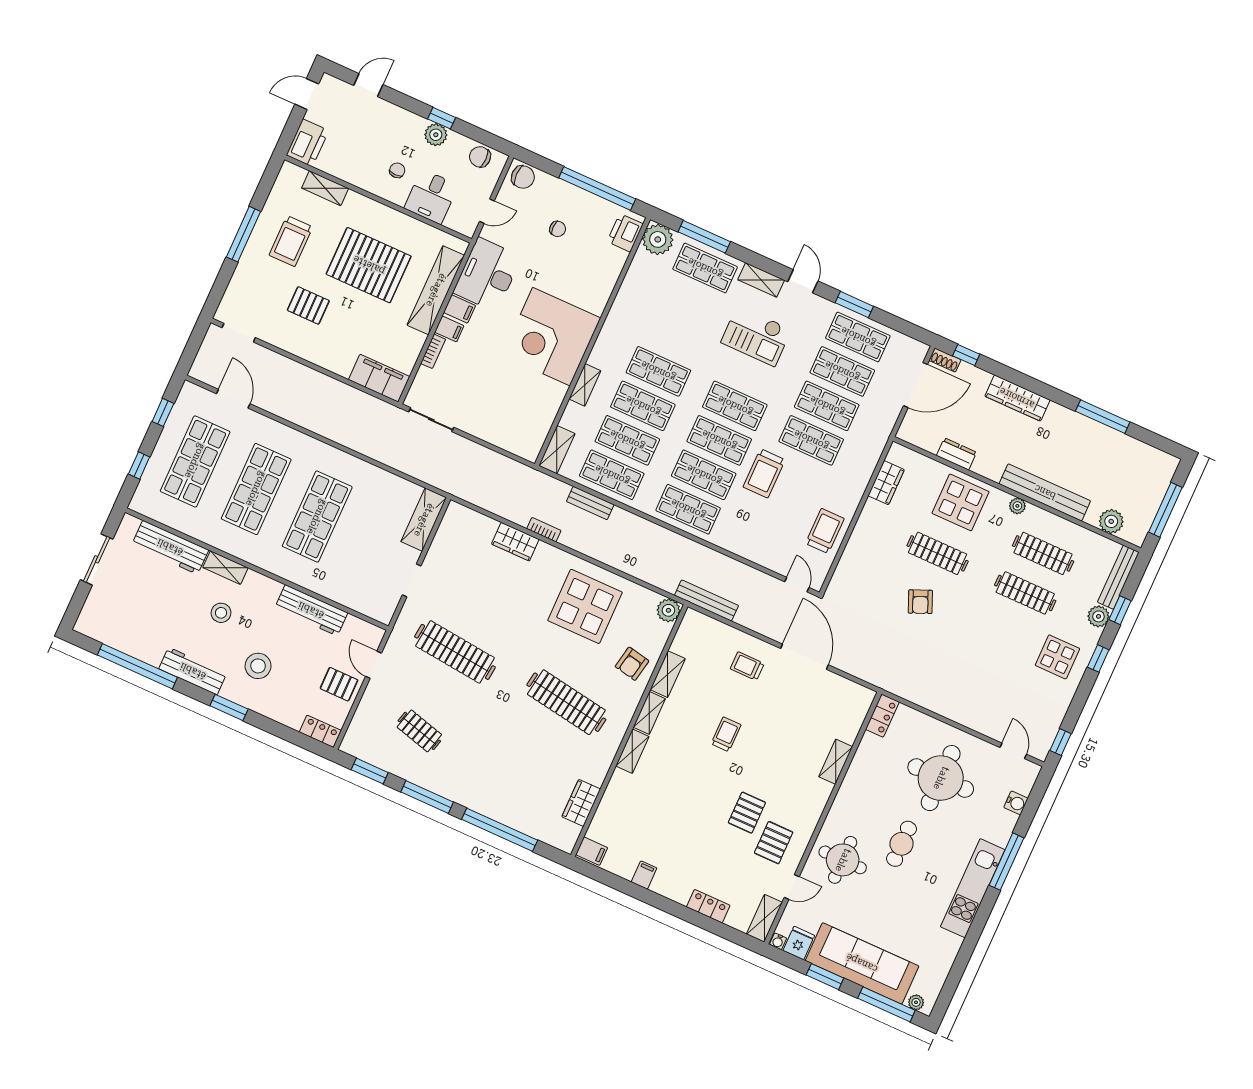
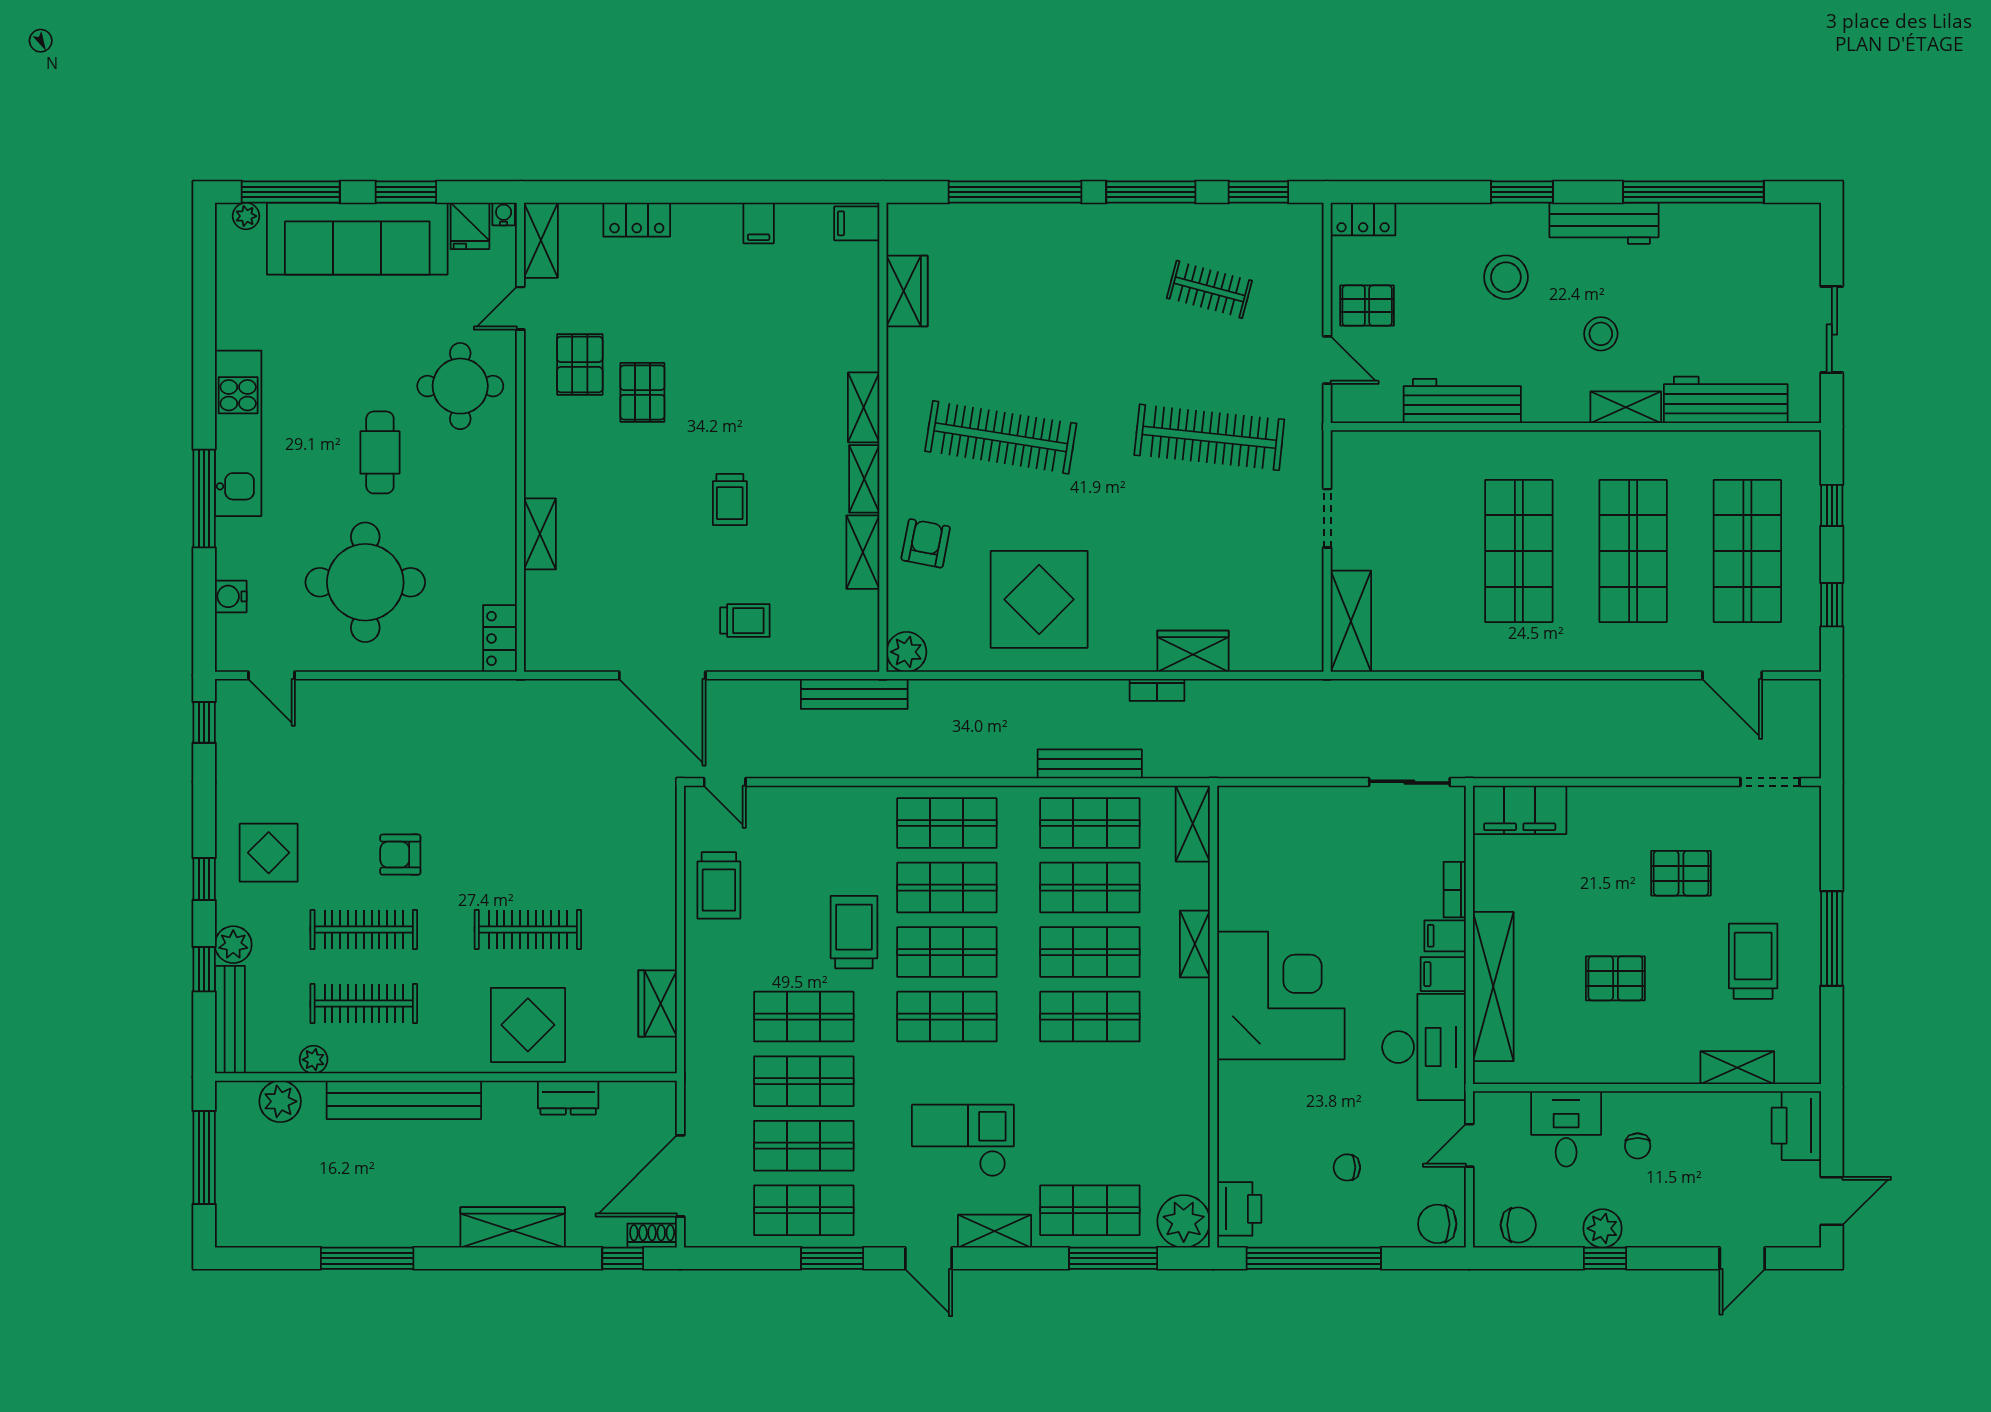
pallet: (369, 265) -> (1615, 978), width x0.49, depth x0.50
bench: (590, 503) -> (1090, 764), width x1.36
plant: (1017, 506) -> (314, 1060), moved
armchair: (920, 602) -> (400, 855), moved, turned -67

